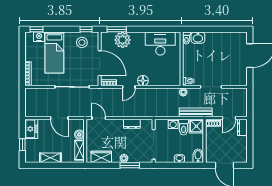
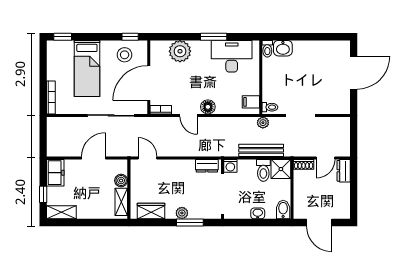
window: (117, 29) -> (214, 37), moved
nightstand: (39, 37) -> (66, 47), removed
door: (100, 63) -> (149, 83), swing flipped
filing cabinet: (174, 77) -> (251, 102), added
door: (129, 87) -> (189, 115), hinge flipped
bench: (196, 112) -> (261, 150), moved
door: (59, 118) -> (94, 158), swing flipped
dresser: (132, 124) -> (207, 166), moved
washing machine: (173, 124) -> (230, 166), moved
shelving: (50, 158) -> (61, 212), moved

